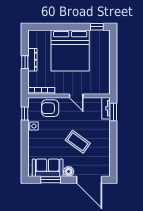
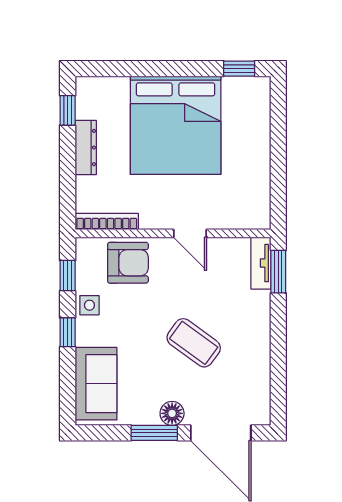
window: (25, 62) -> (68, 110), moved
armchair: (50, 108) -> (128, 263), turned 180
window: (25, 137) -> (68, 332), added
sofa: (48, 168) -> (96, 384), moved, turned 90
window: (51, 180) -> (154, 433), moved

